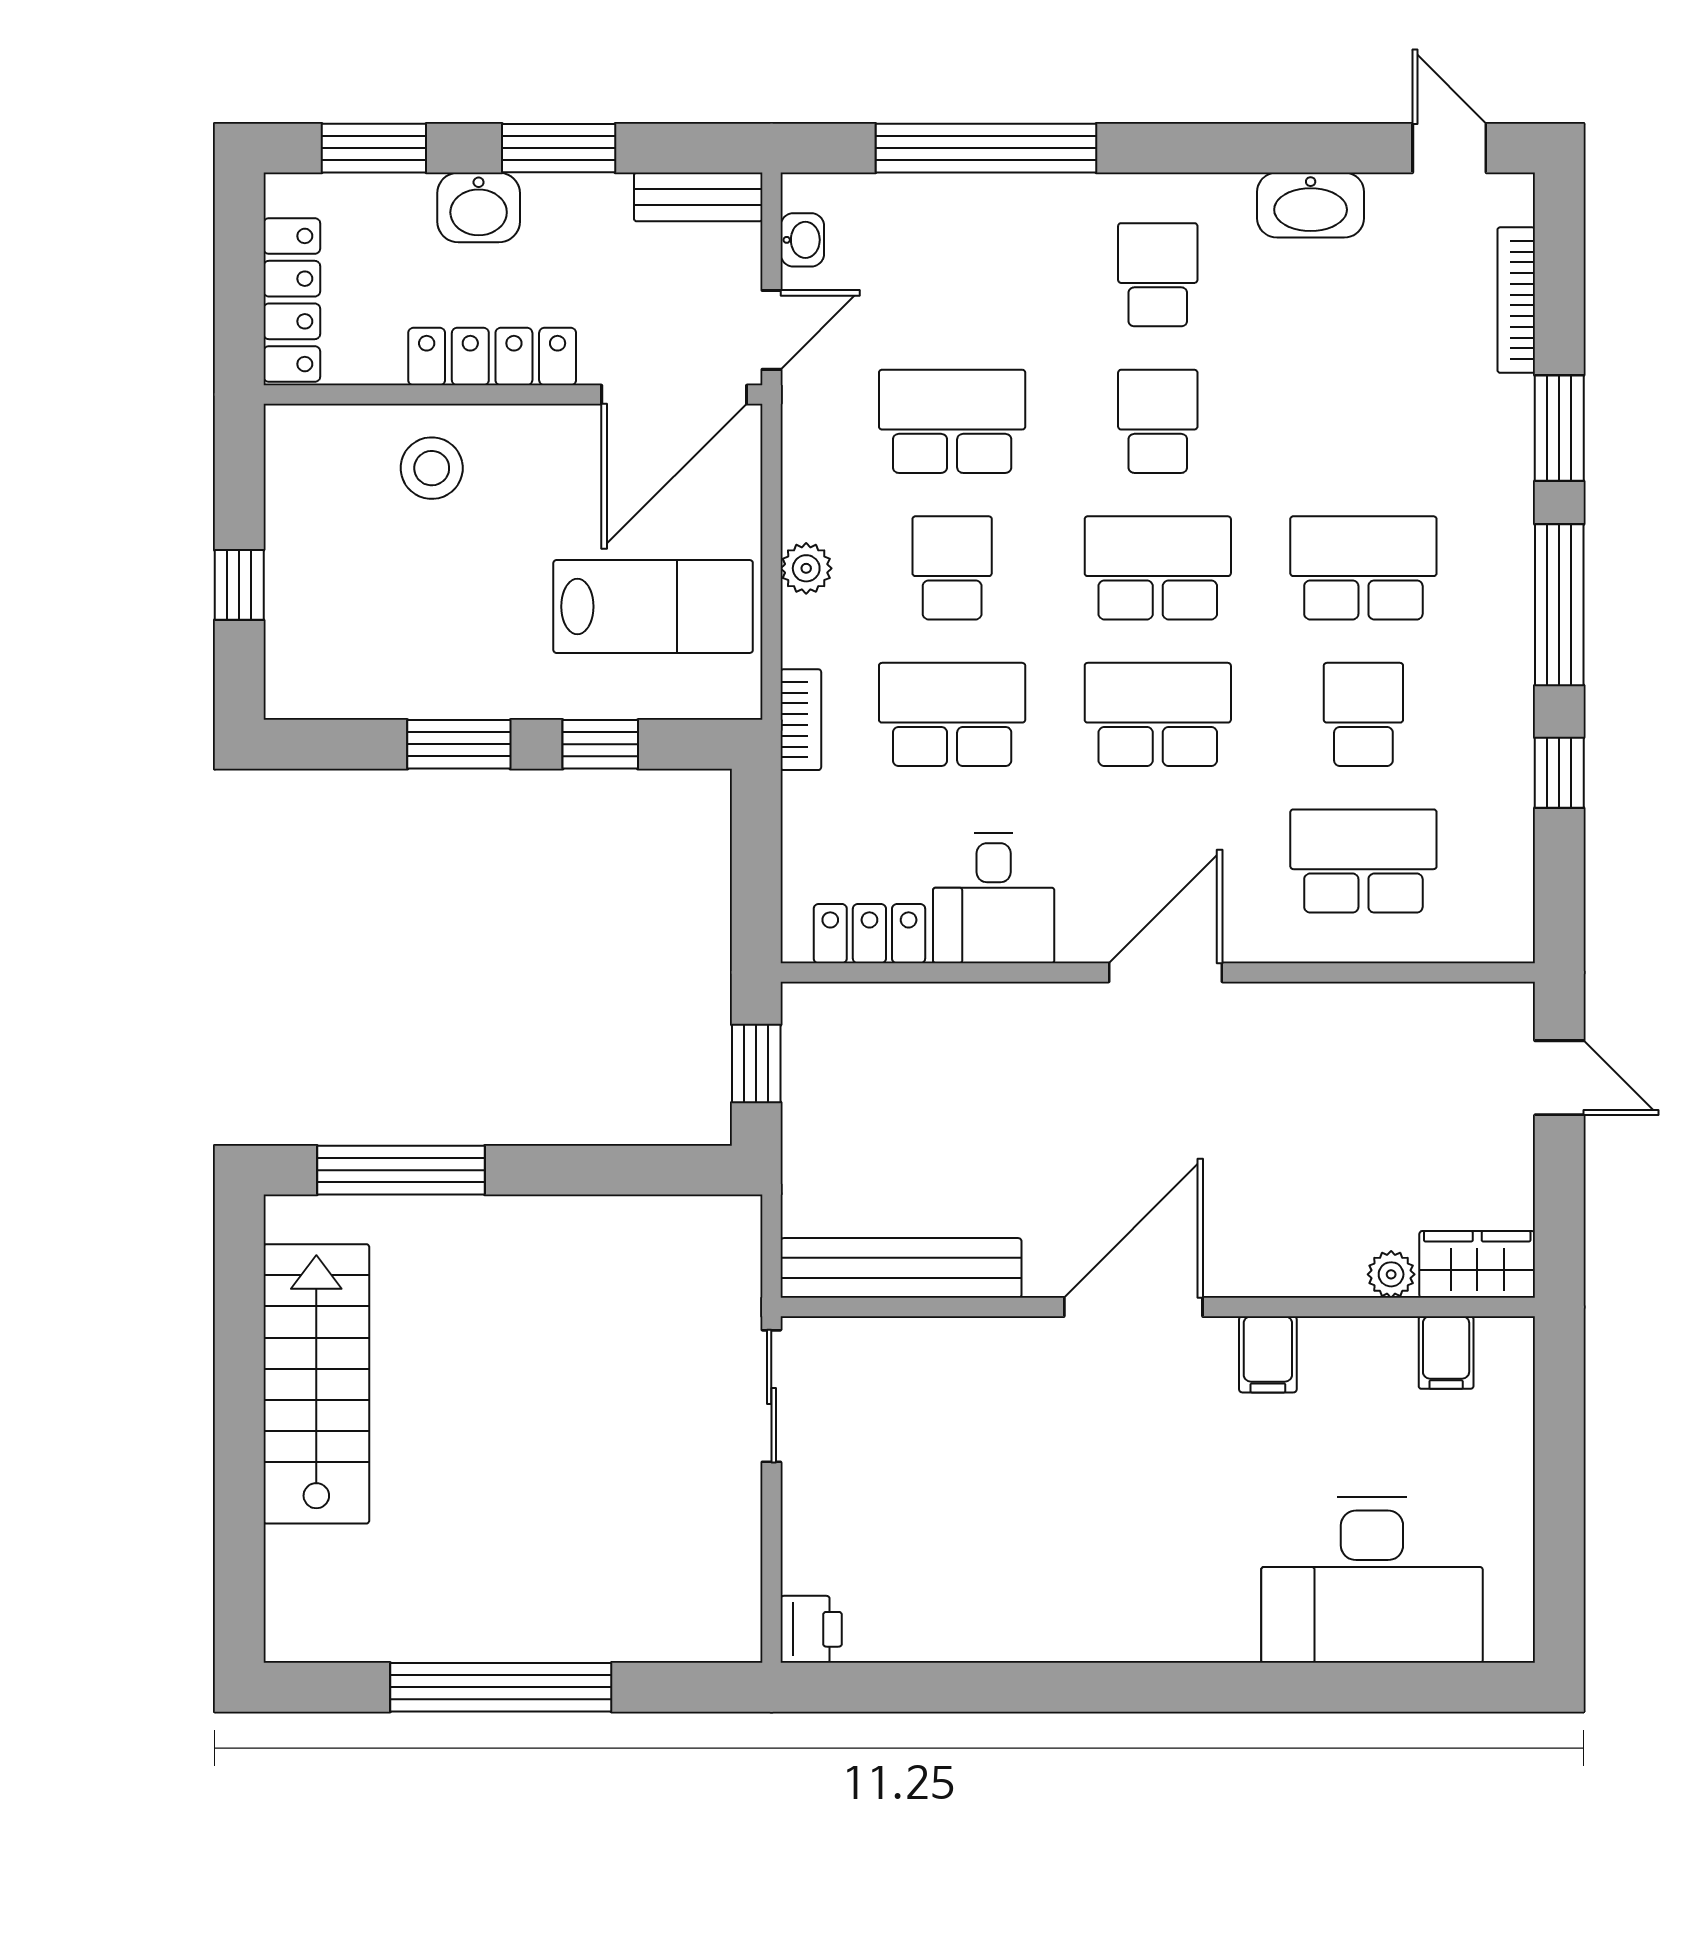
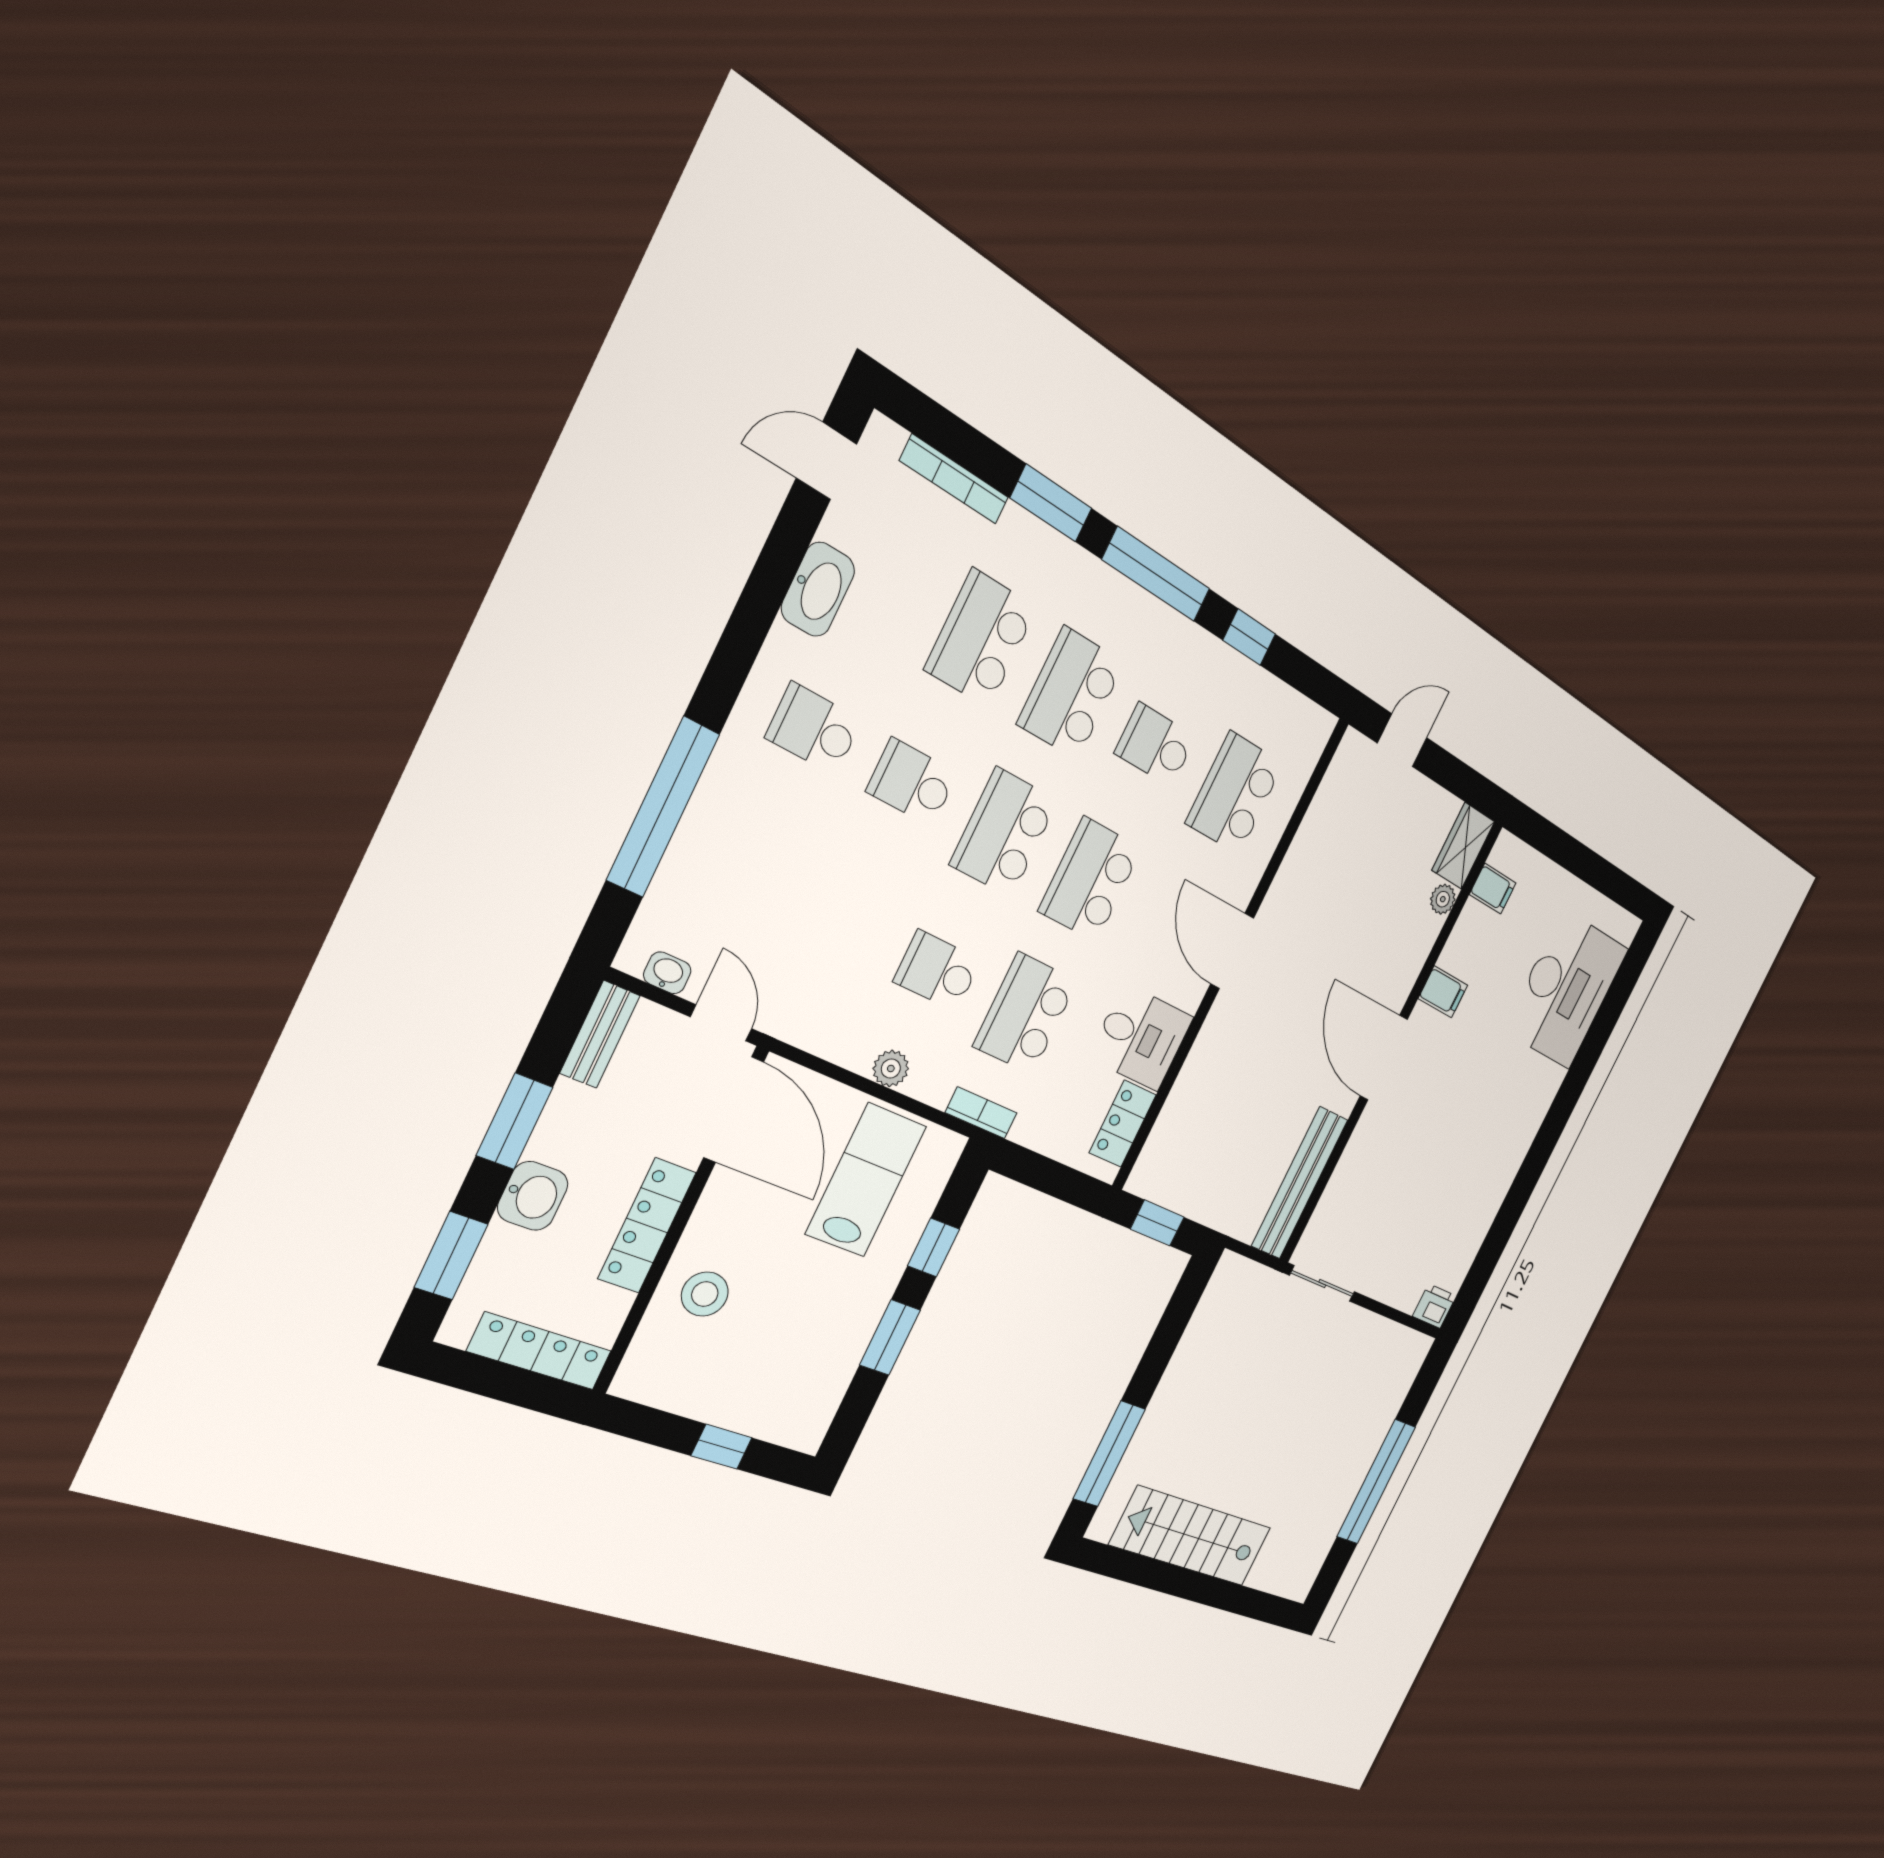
school desk: (952, 421) -> (981, 638), moved

